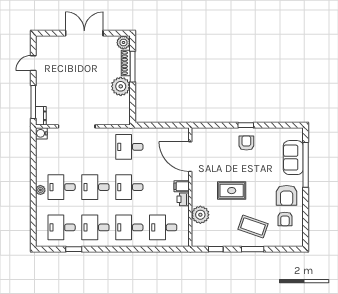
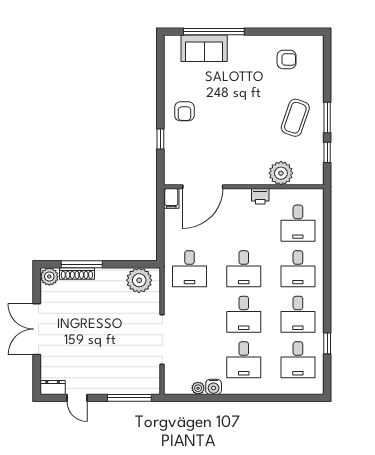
plant: (121, 86) -> (139, 280), moved
dresser: (41, 116) -> (53, 388), moved
window: (246, 125) -> (160, 139), moved
water cooler: (41, 133) -> (214, 387), moved
armchair: (246, 143) -> (184, 111), turned -90
filing cabinet: (182, 186) -> (171, 198), moved
plant: (40, 190) -> (198, 388), moved
rug: (232, 191) -> (248, 131), removed
armchair: (287, 195) -> (255, 57), removed
coffee table: (253, 226) -> (295, 118), moved
window: (253, 249) -> (327, 118), moved

